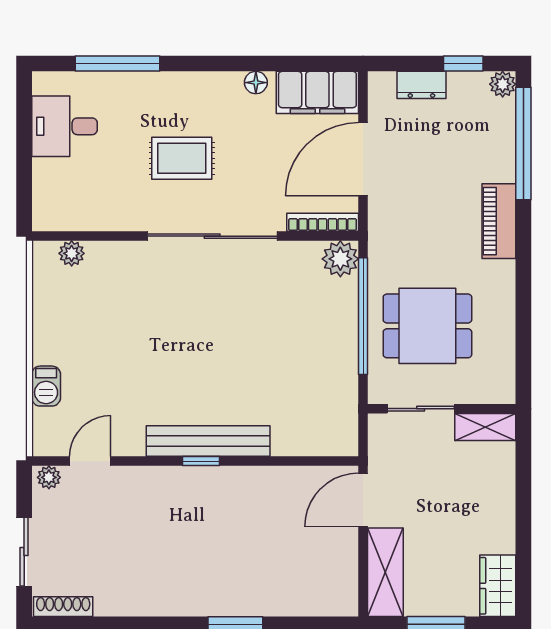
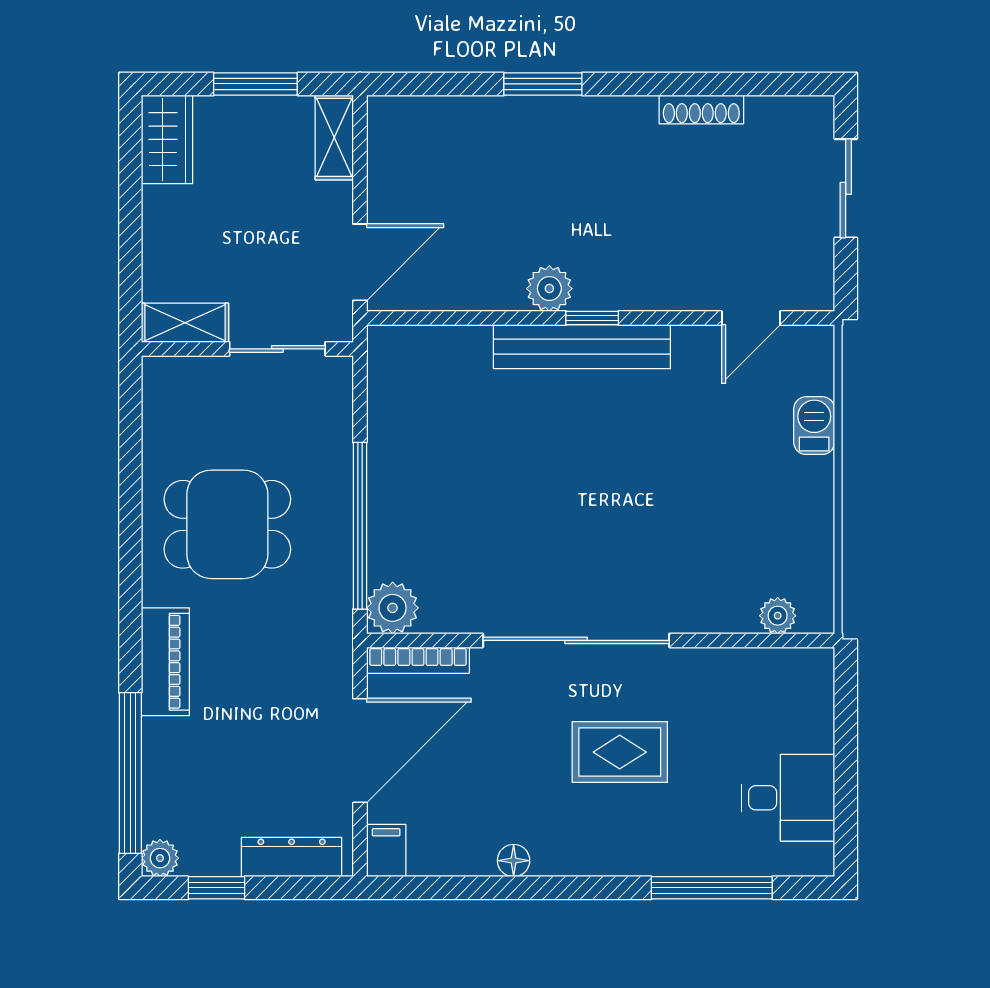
dresser: (421, 85) -> (292, 857), width x1.44
filing cabinet: (317, 92) -> (386, 851), width x0.33, depth x0.86
dining table: (427, 326) -> (227, 524), moved
sliding door: (421, 409) -> (277, 349), moved
wall: (442, 409) -> (247, 349), moved
shelving: (485, 427) -> (185, 323), moved
plant: (49, 477) -> (549, 289), moved, width x1.38, depth x1.38
shelving: (385, 572) -> (334, 137), width x0.67, depth x0.75
shoe rack: (63, 607) -> (701, 109), moved

